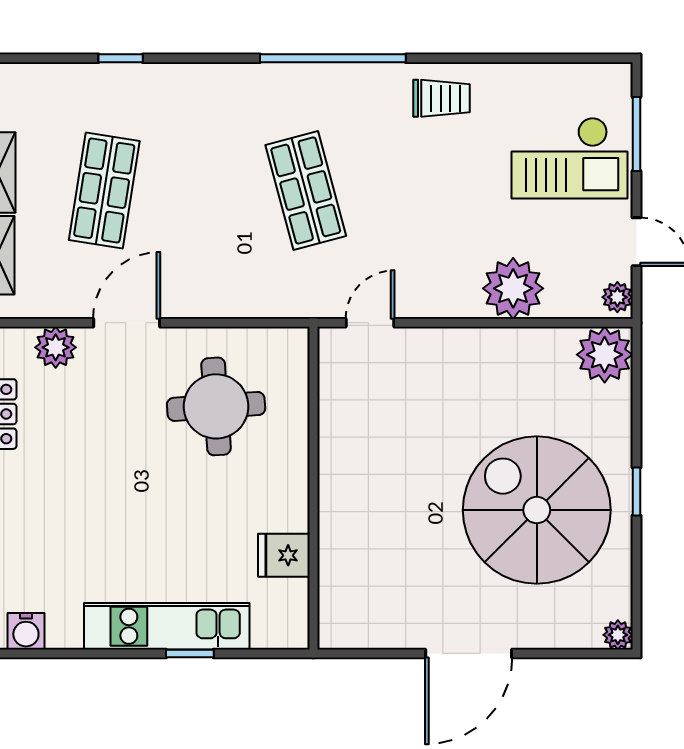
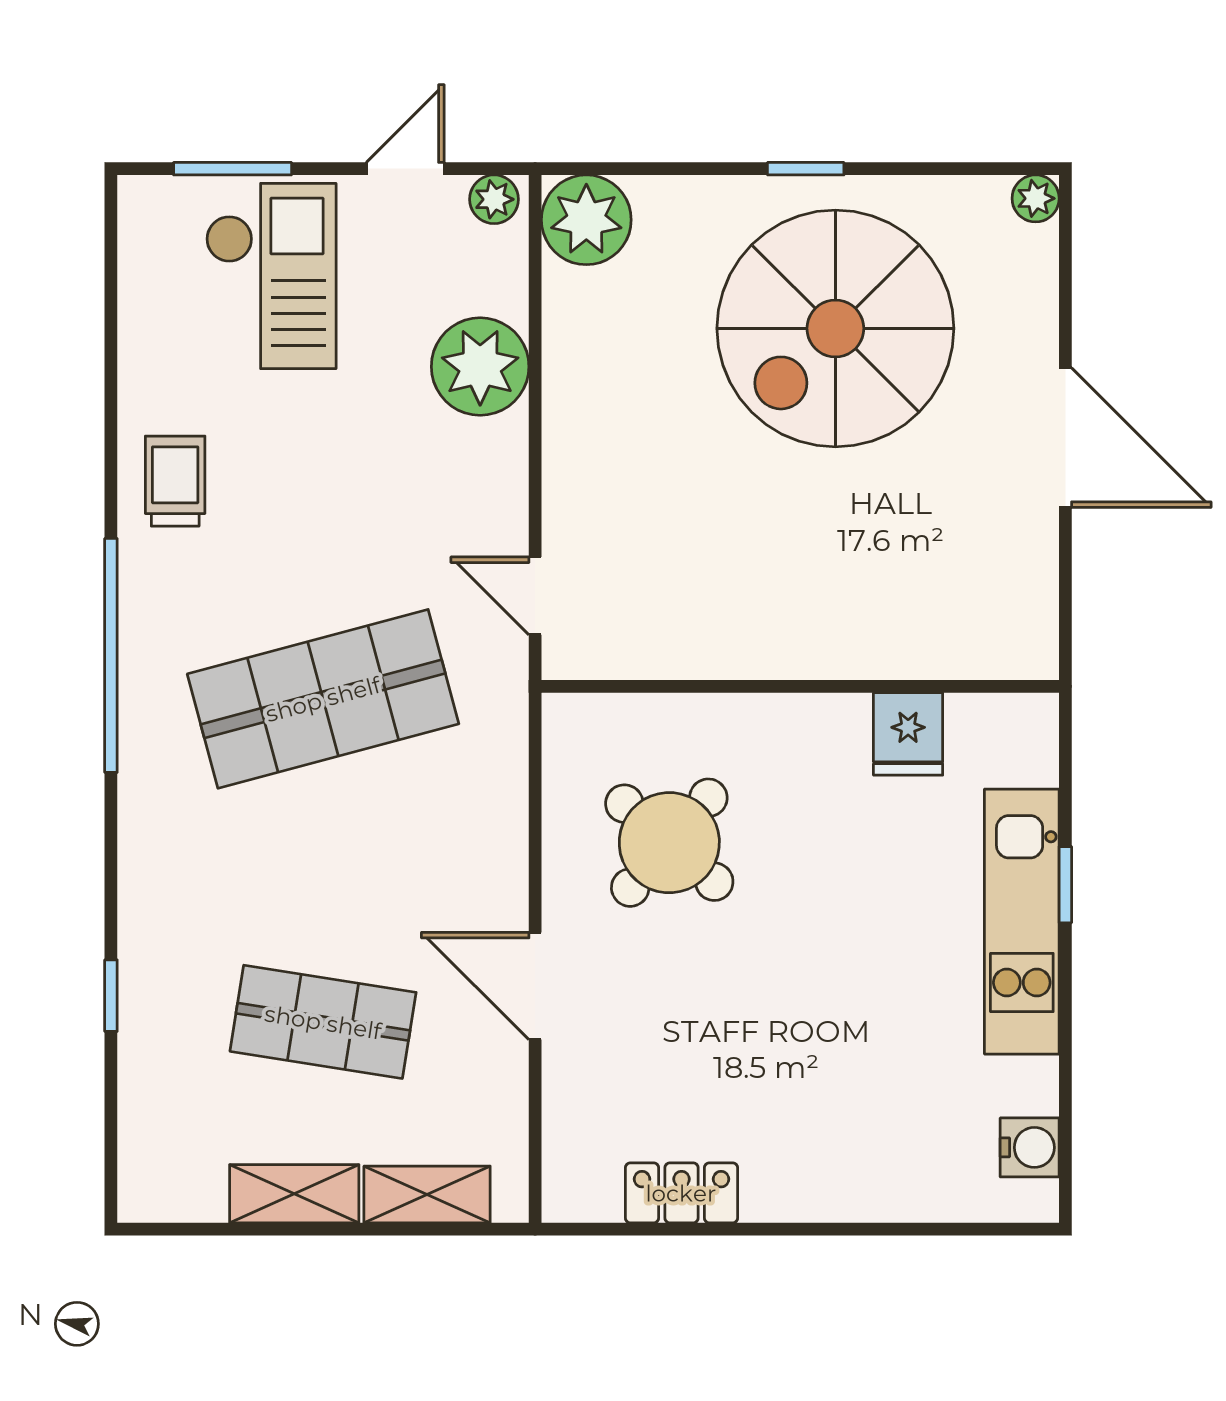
shop shelf: (306, 190) -> (323, 699), width x1.43, depth x1.36
plant: (56, 347) -> (574, 1100), removed
round table: (216, 406) -> (669, 843), turned 45

